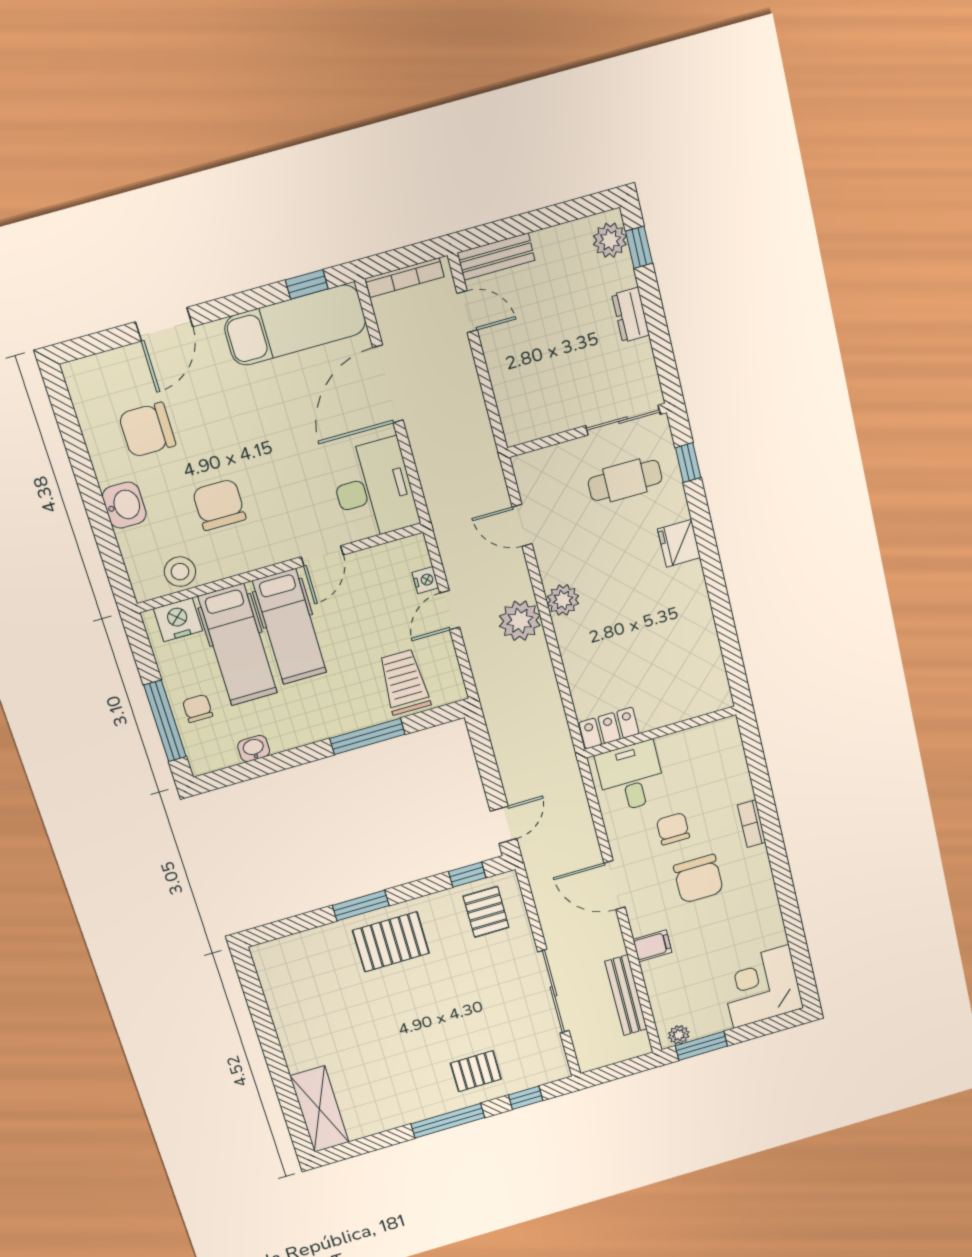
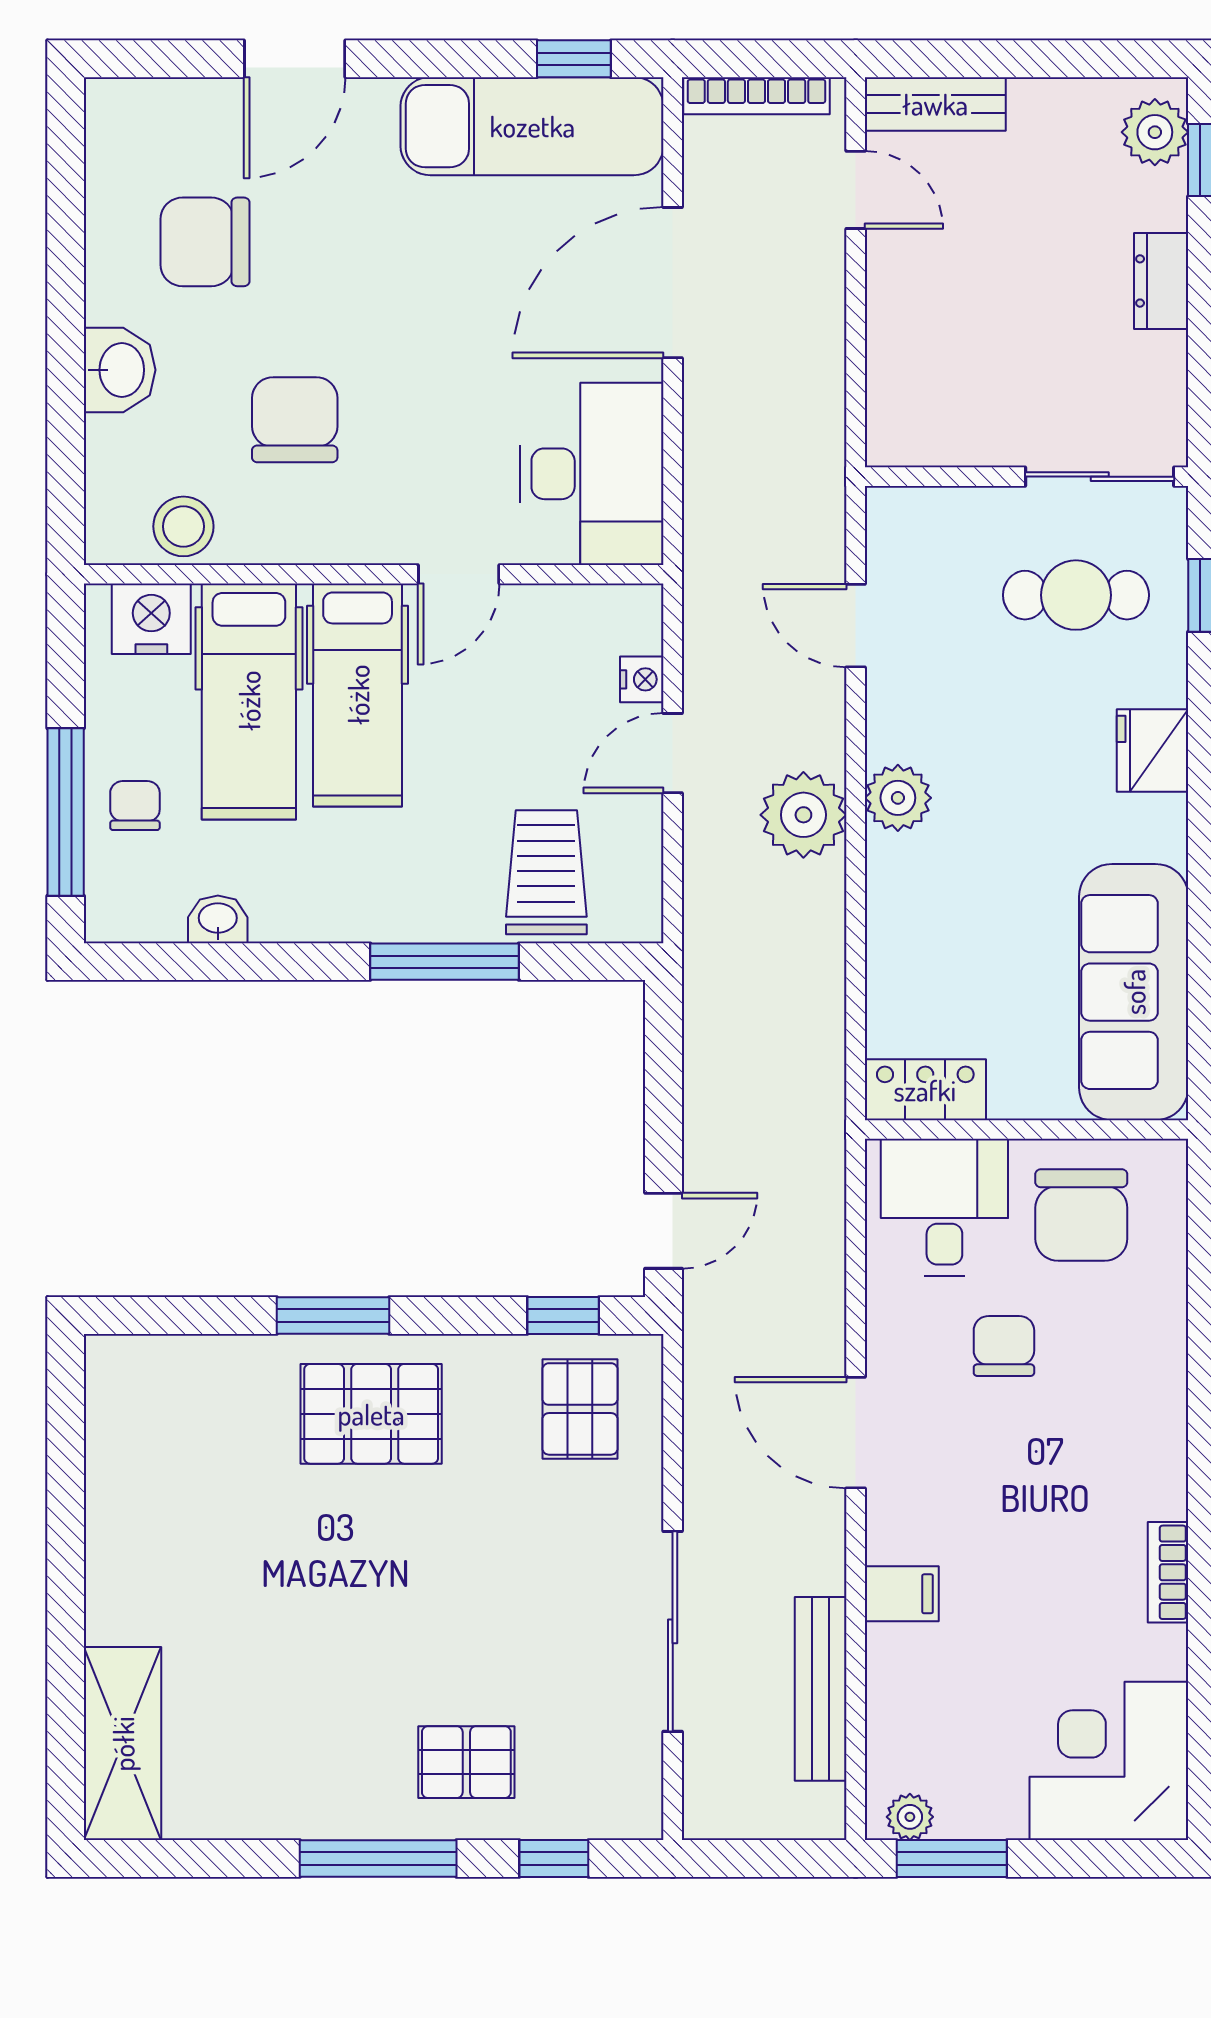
sofa: (696, 656) -> (1134, 992), added
bookcase: (752, 824) -> (1168, 1572), moved
chair: (698, 879) -> (1081, 1215), moved

